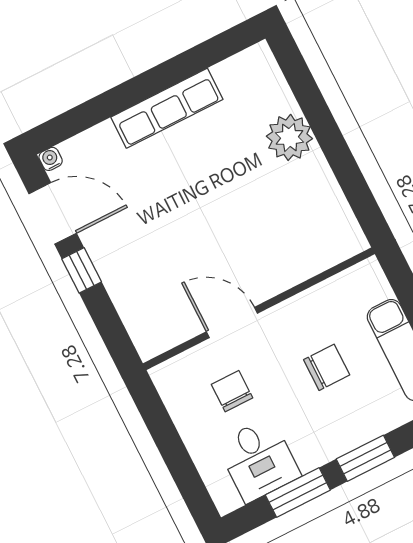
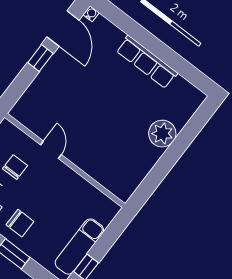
door: (232, 322) -> (51, 150), width x0.73
chair: (327, 367) -> (20, 223), moved

